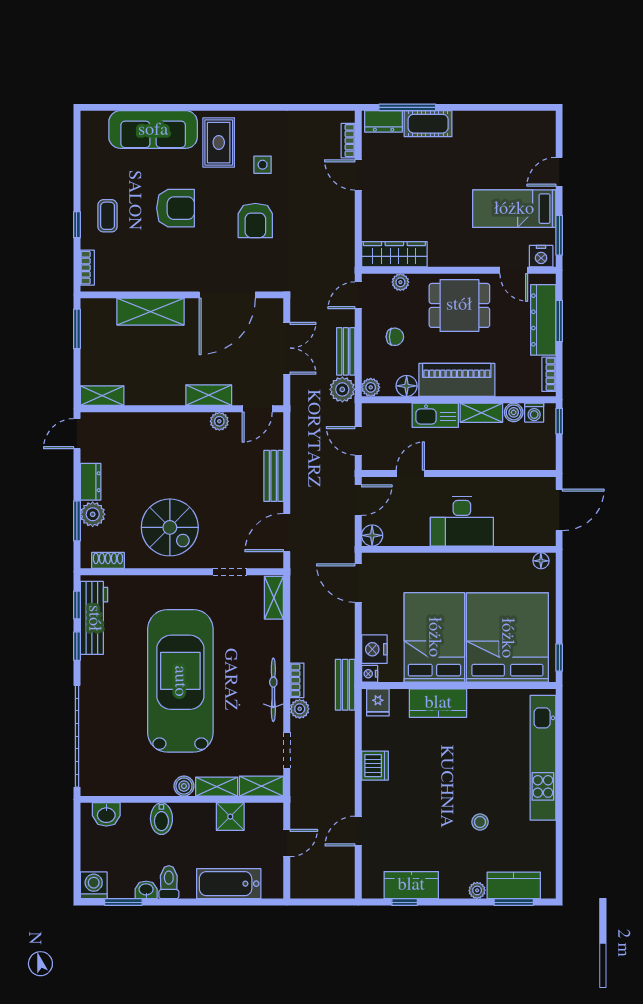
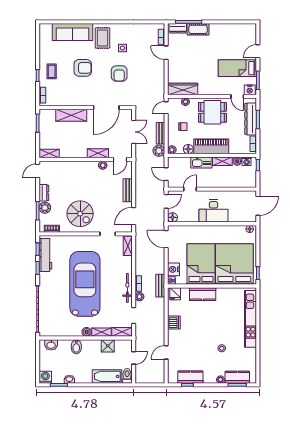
toilet: (169, 882) -> (127, 376), moved

